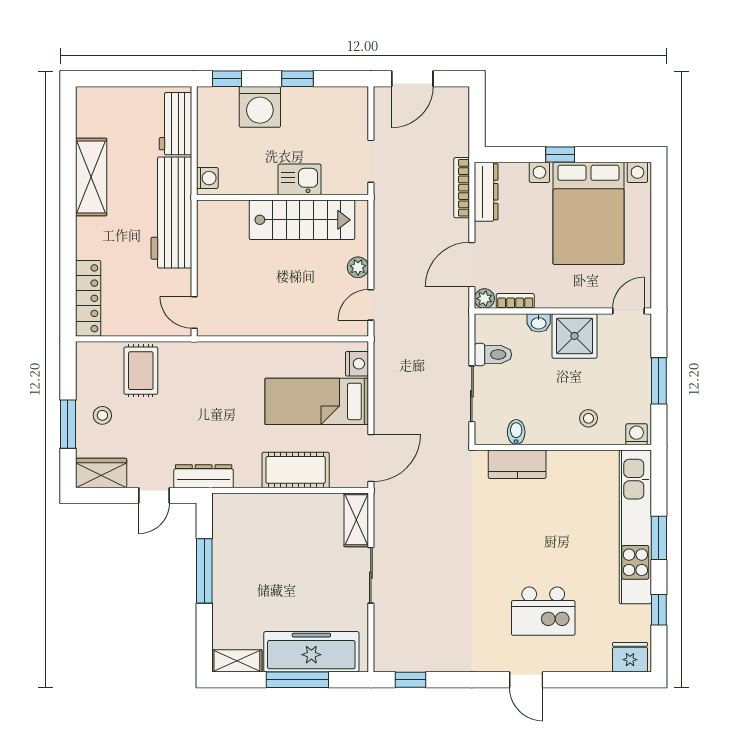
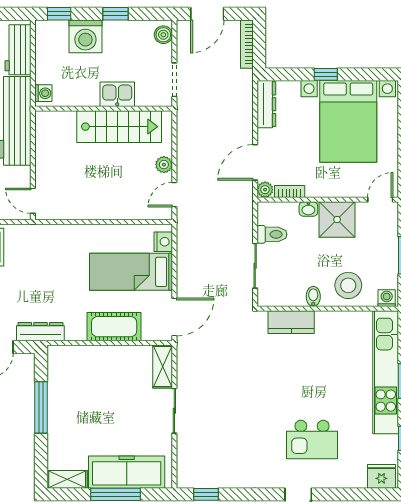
boiler: (357, 105) -> (163, 35), added
bookcase: (462, 188) -> (247, 44), moved
stool: (588, 418) -> (348, 285), width x1.89, depth x1.89
bidet: (516, 432) -> (313, 296), moved

